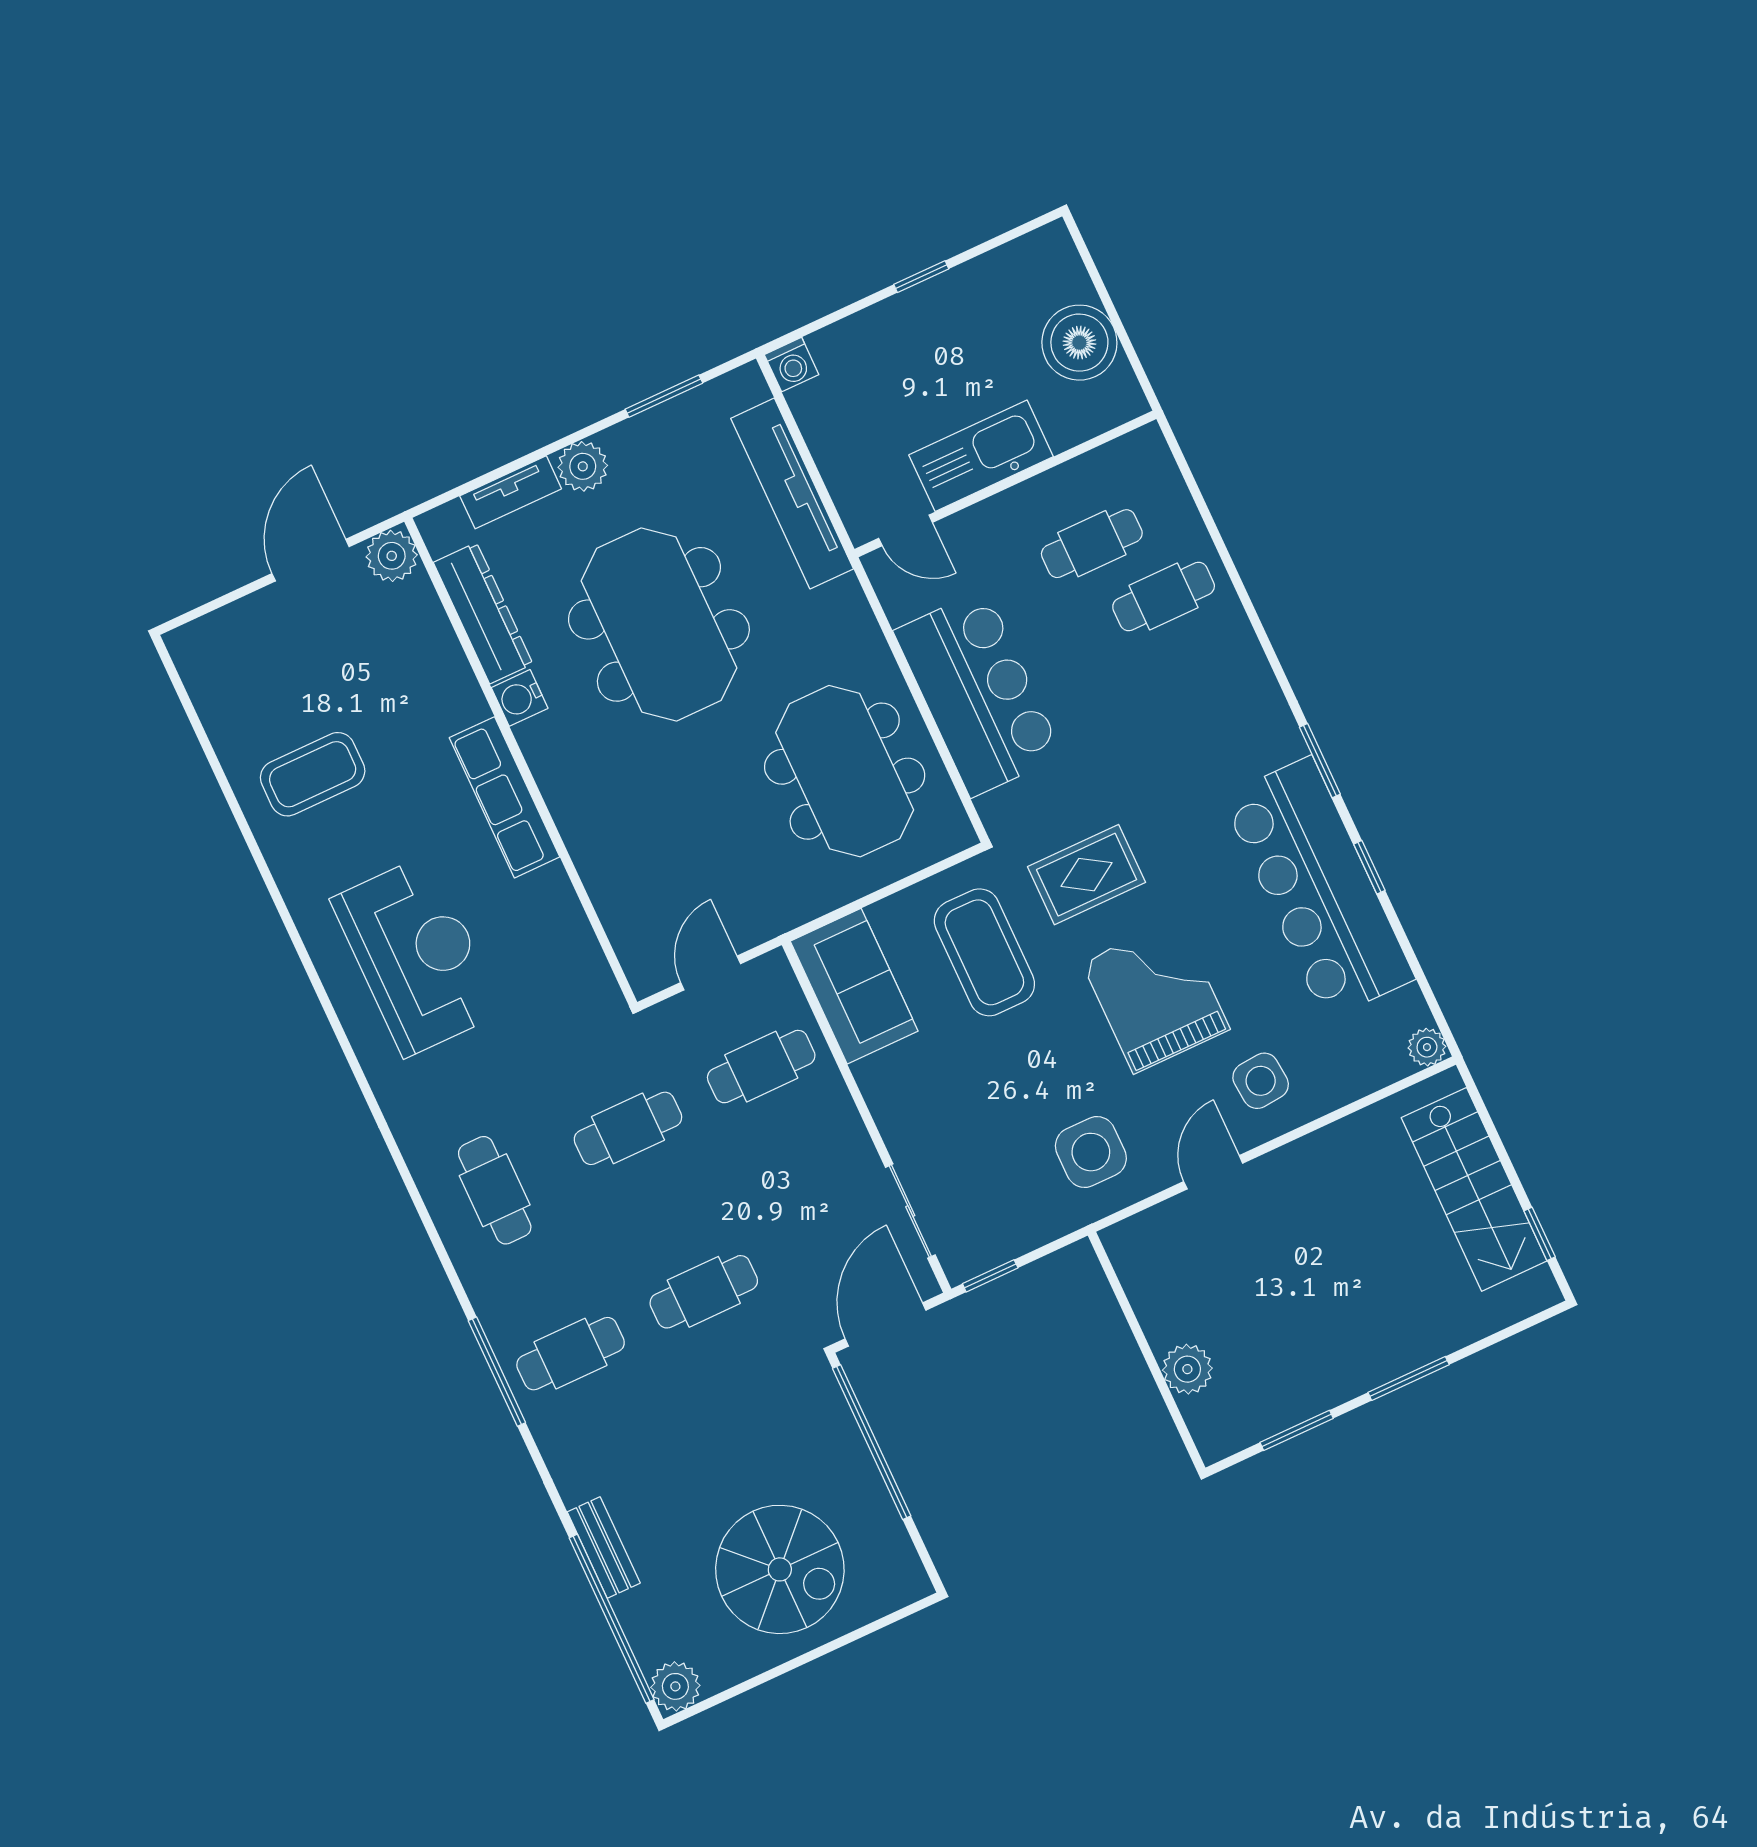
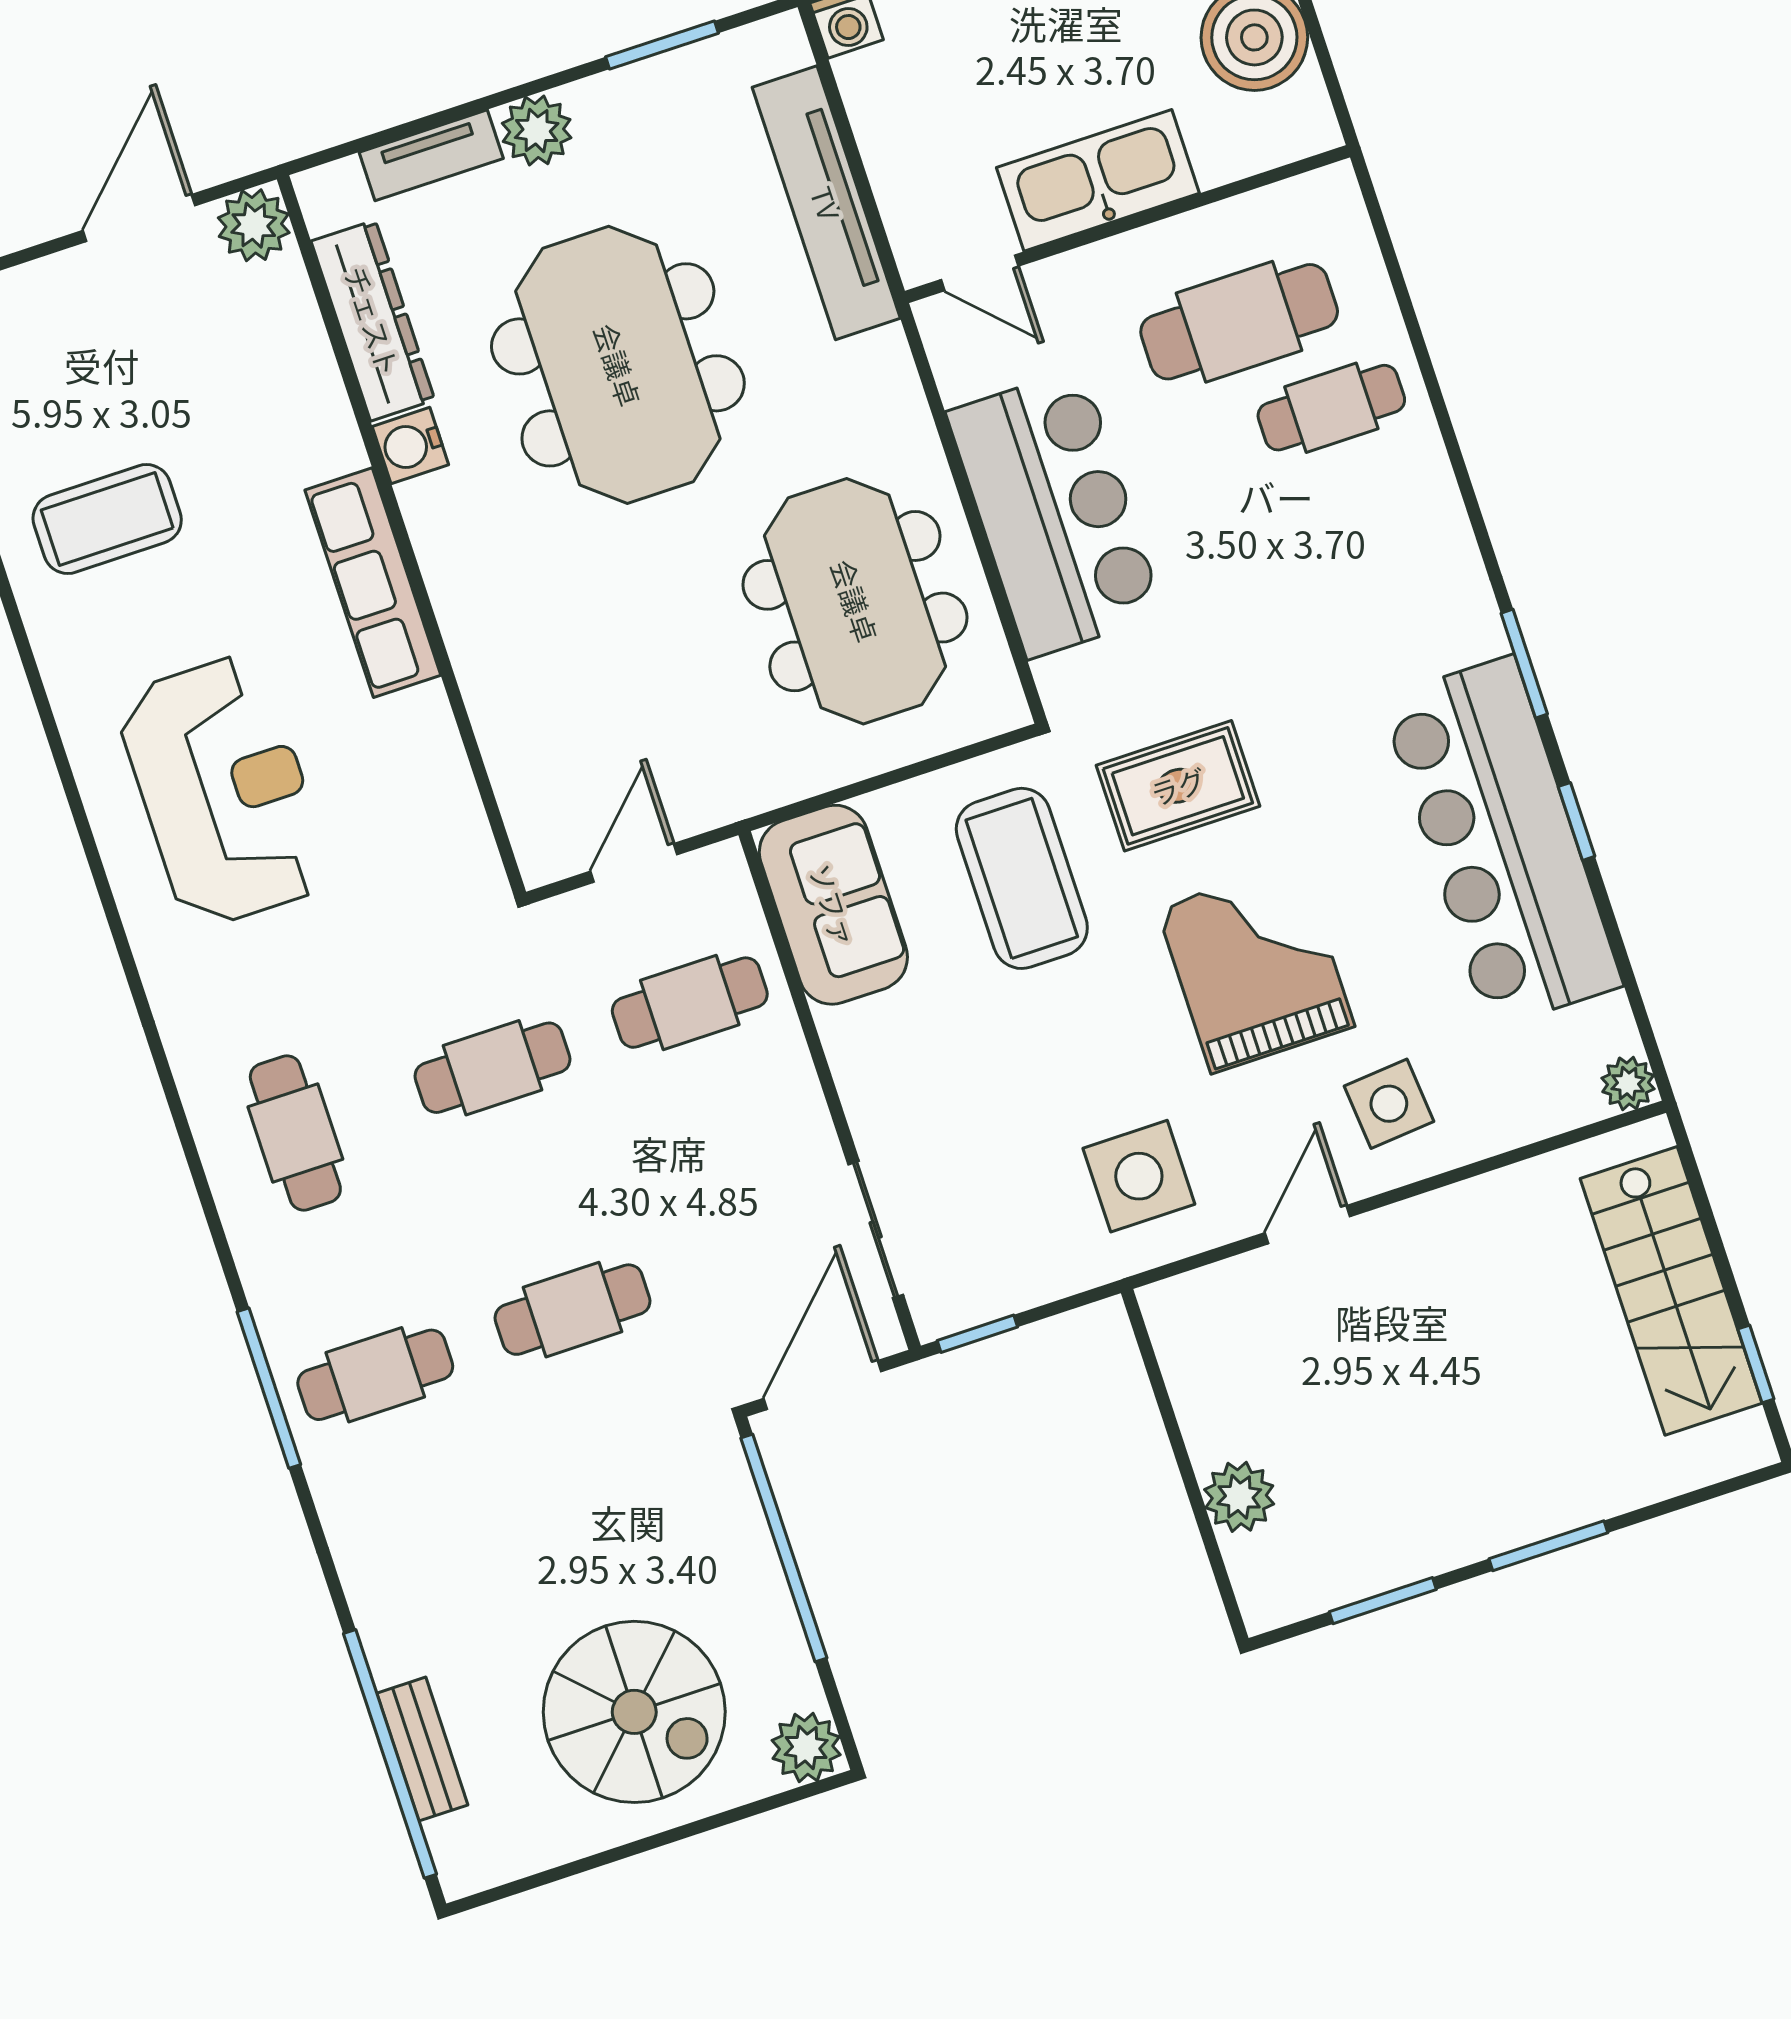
cafe table: (1092, 544) -> (1239, 322), width x1.37, depth x1.35
bench: (604, 1547) -> (422, 1749), moved
plant: (675, 1686) -> (806, 1748), moved

